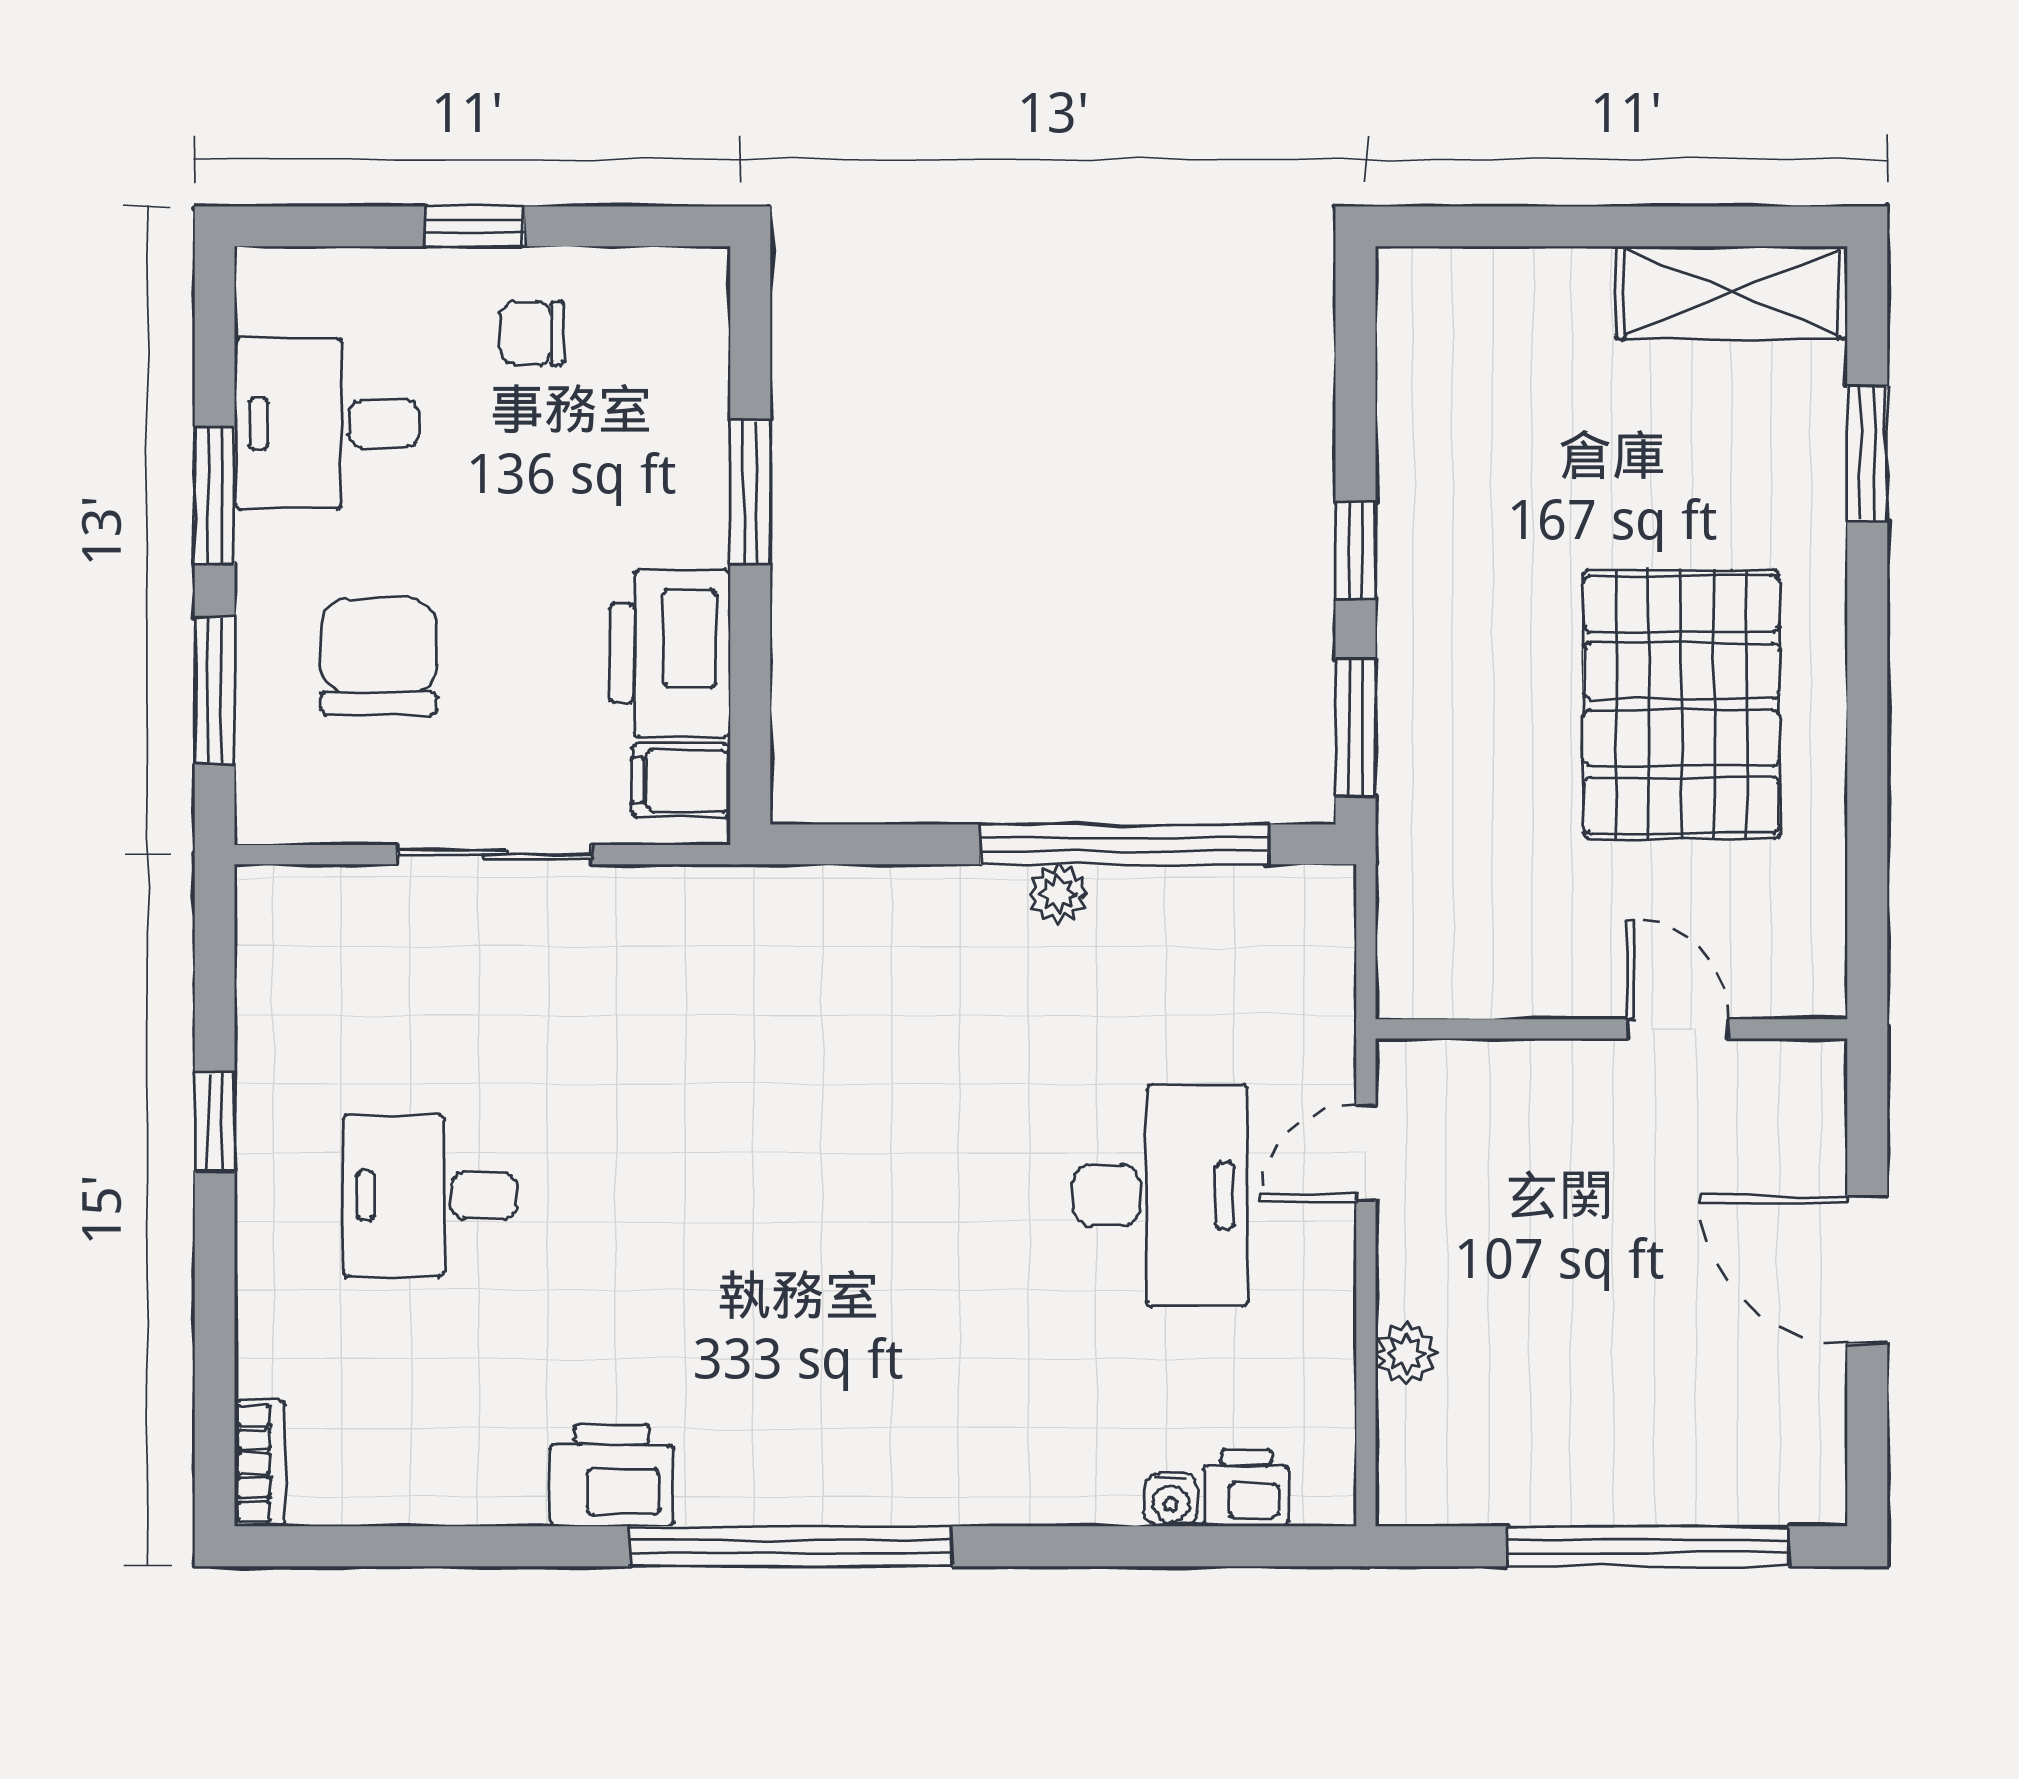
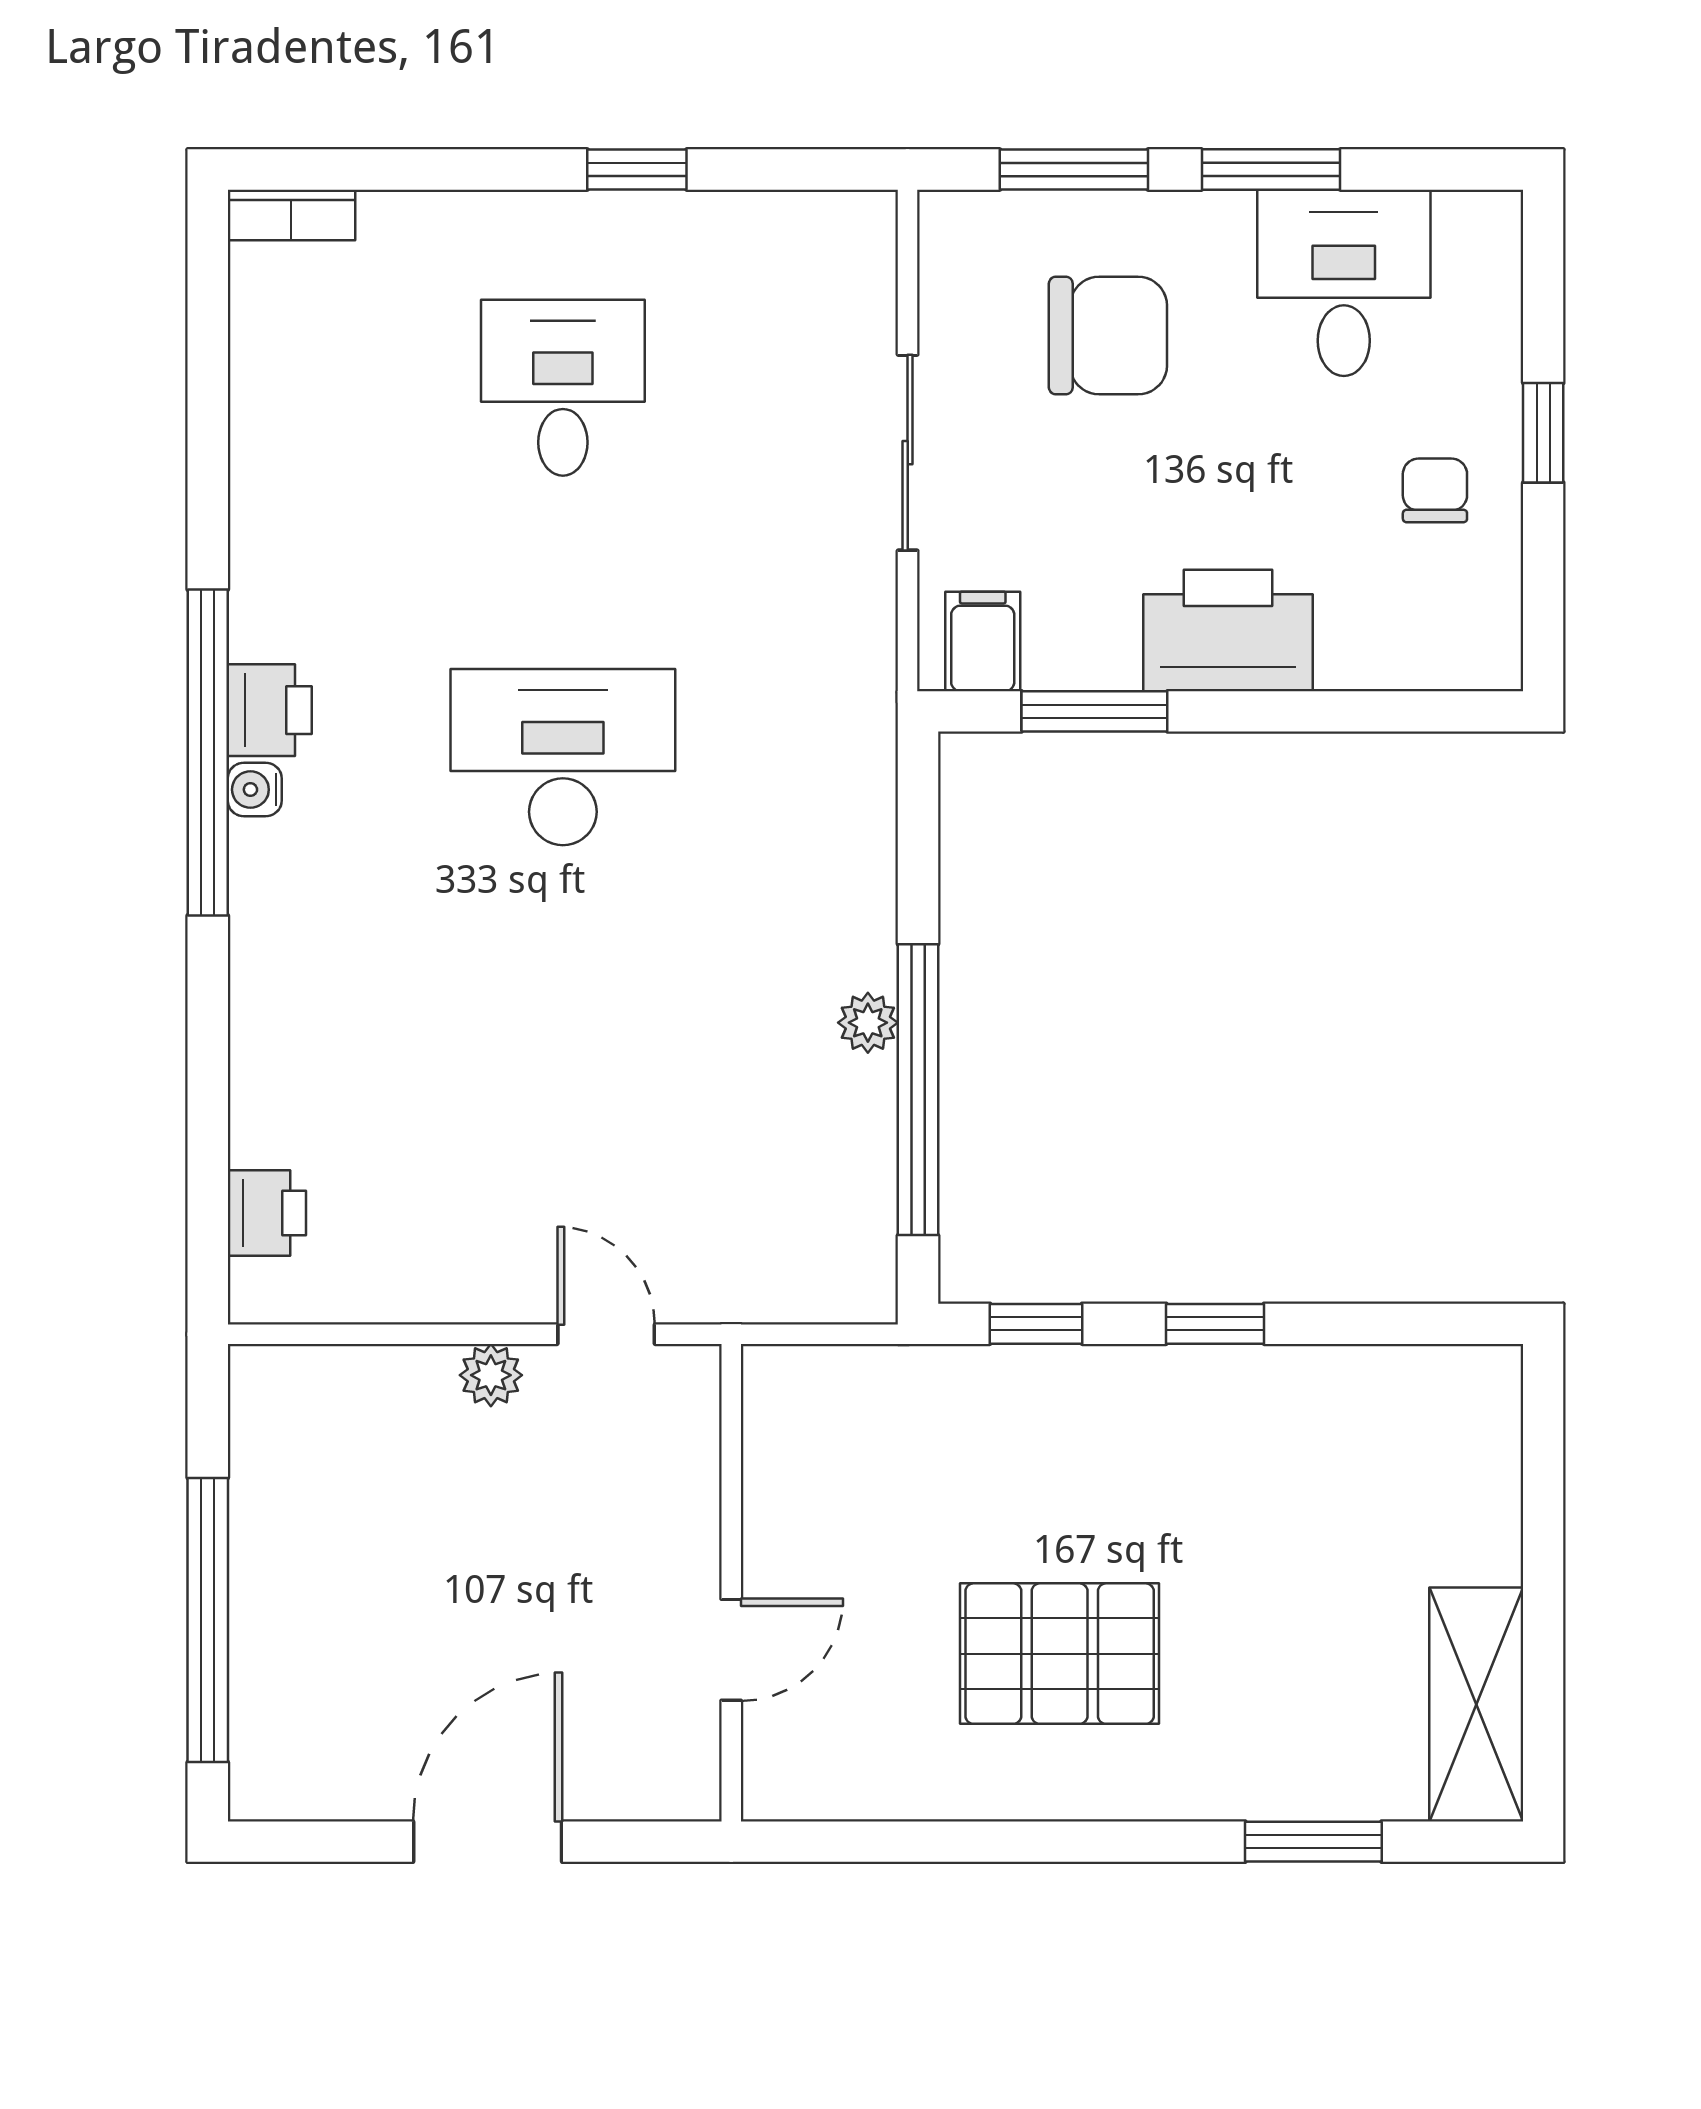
window: (750, 493) -> (1094, 711), moved
printer: (670, 653) -> (1228, 631), moved
pallet: (1681, 704) -> (1060, 1654), width x0.73, depth x0.71
window: (1355, 728) -> (1036, 1324), width x0.67
desk: (1160, 1195) -> (563, 757), moved, turned 180
plant: (1406, 1353) -> (491, 1375), moved
printer: (612, 1475) -> (270, 710), moved, width x0.73, depth x0.81
water cooler: (1171, 1500) -> (255, 790), moved

